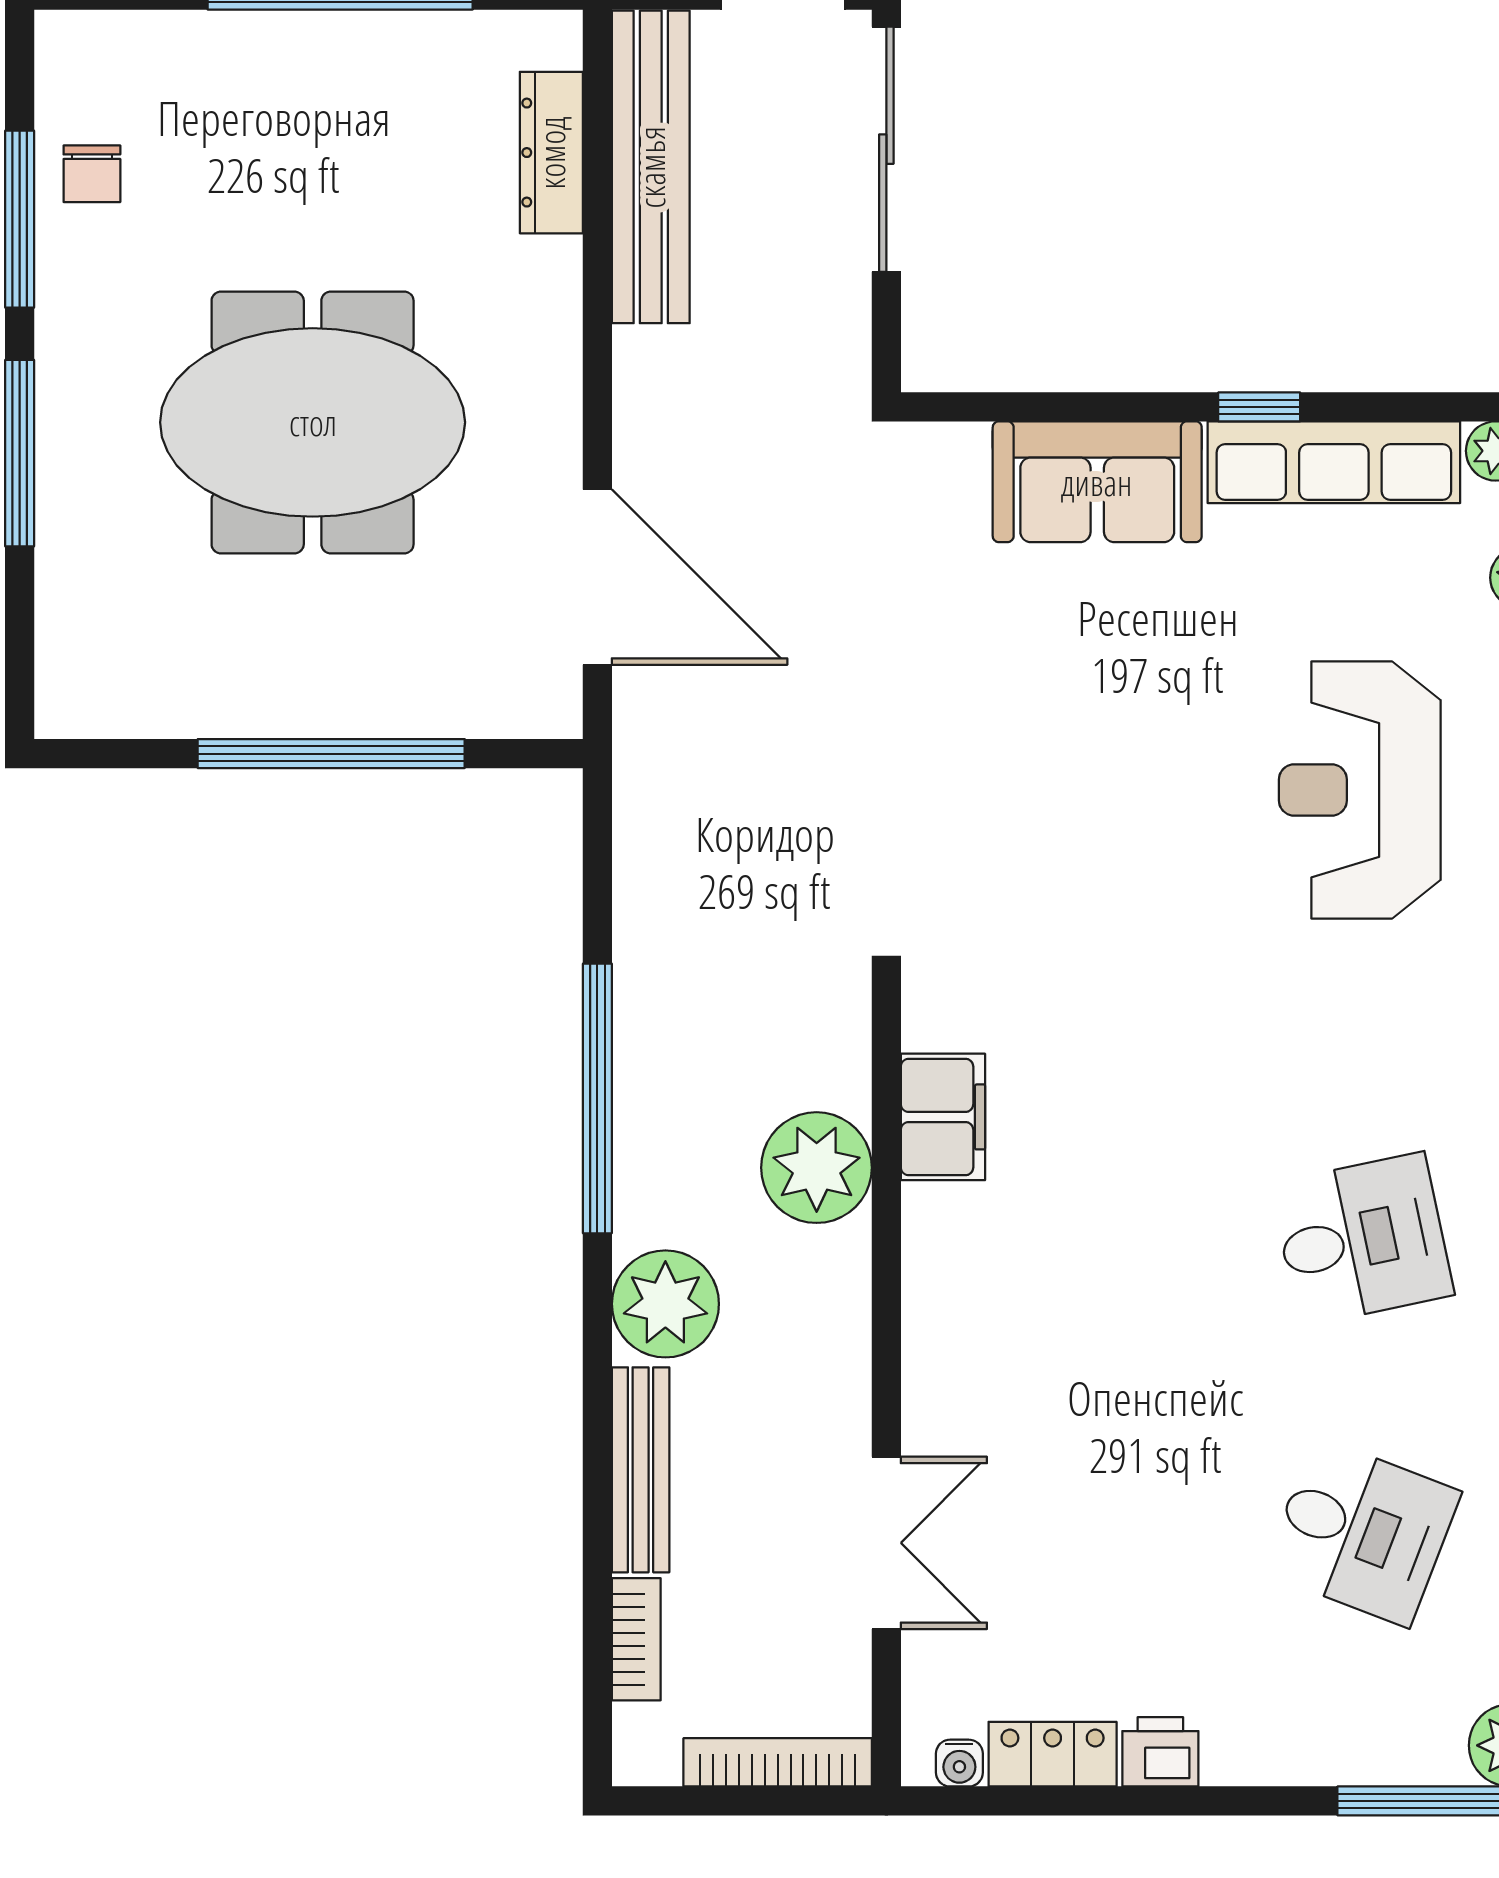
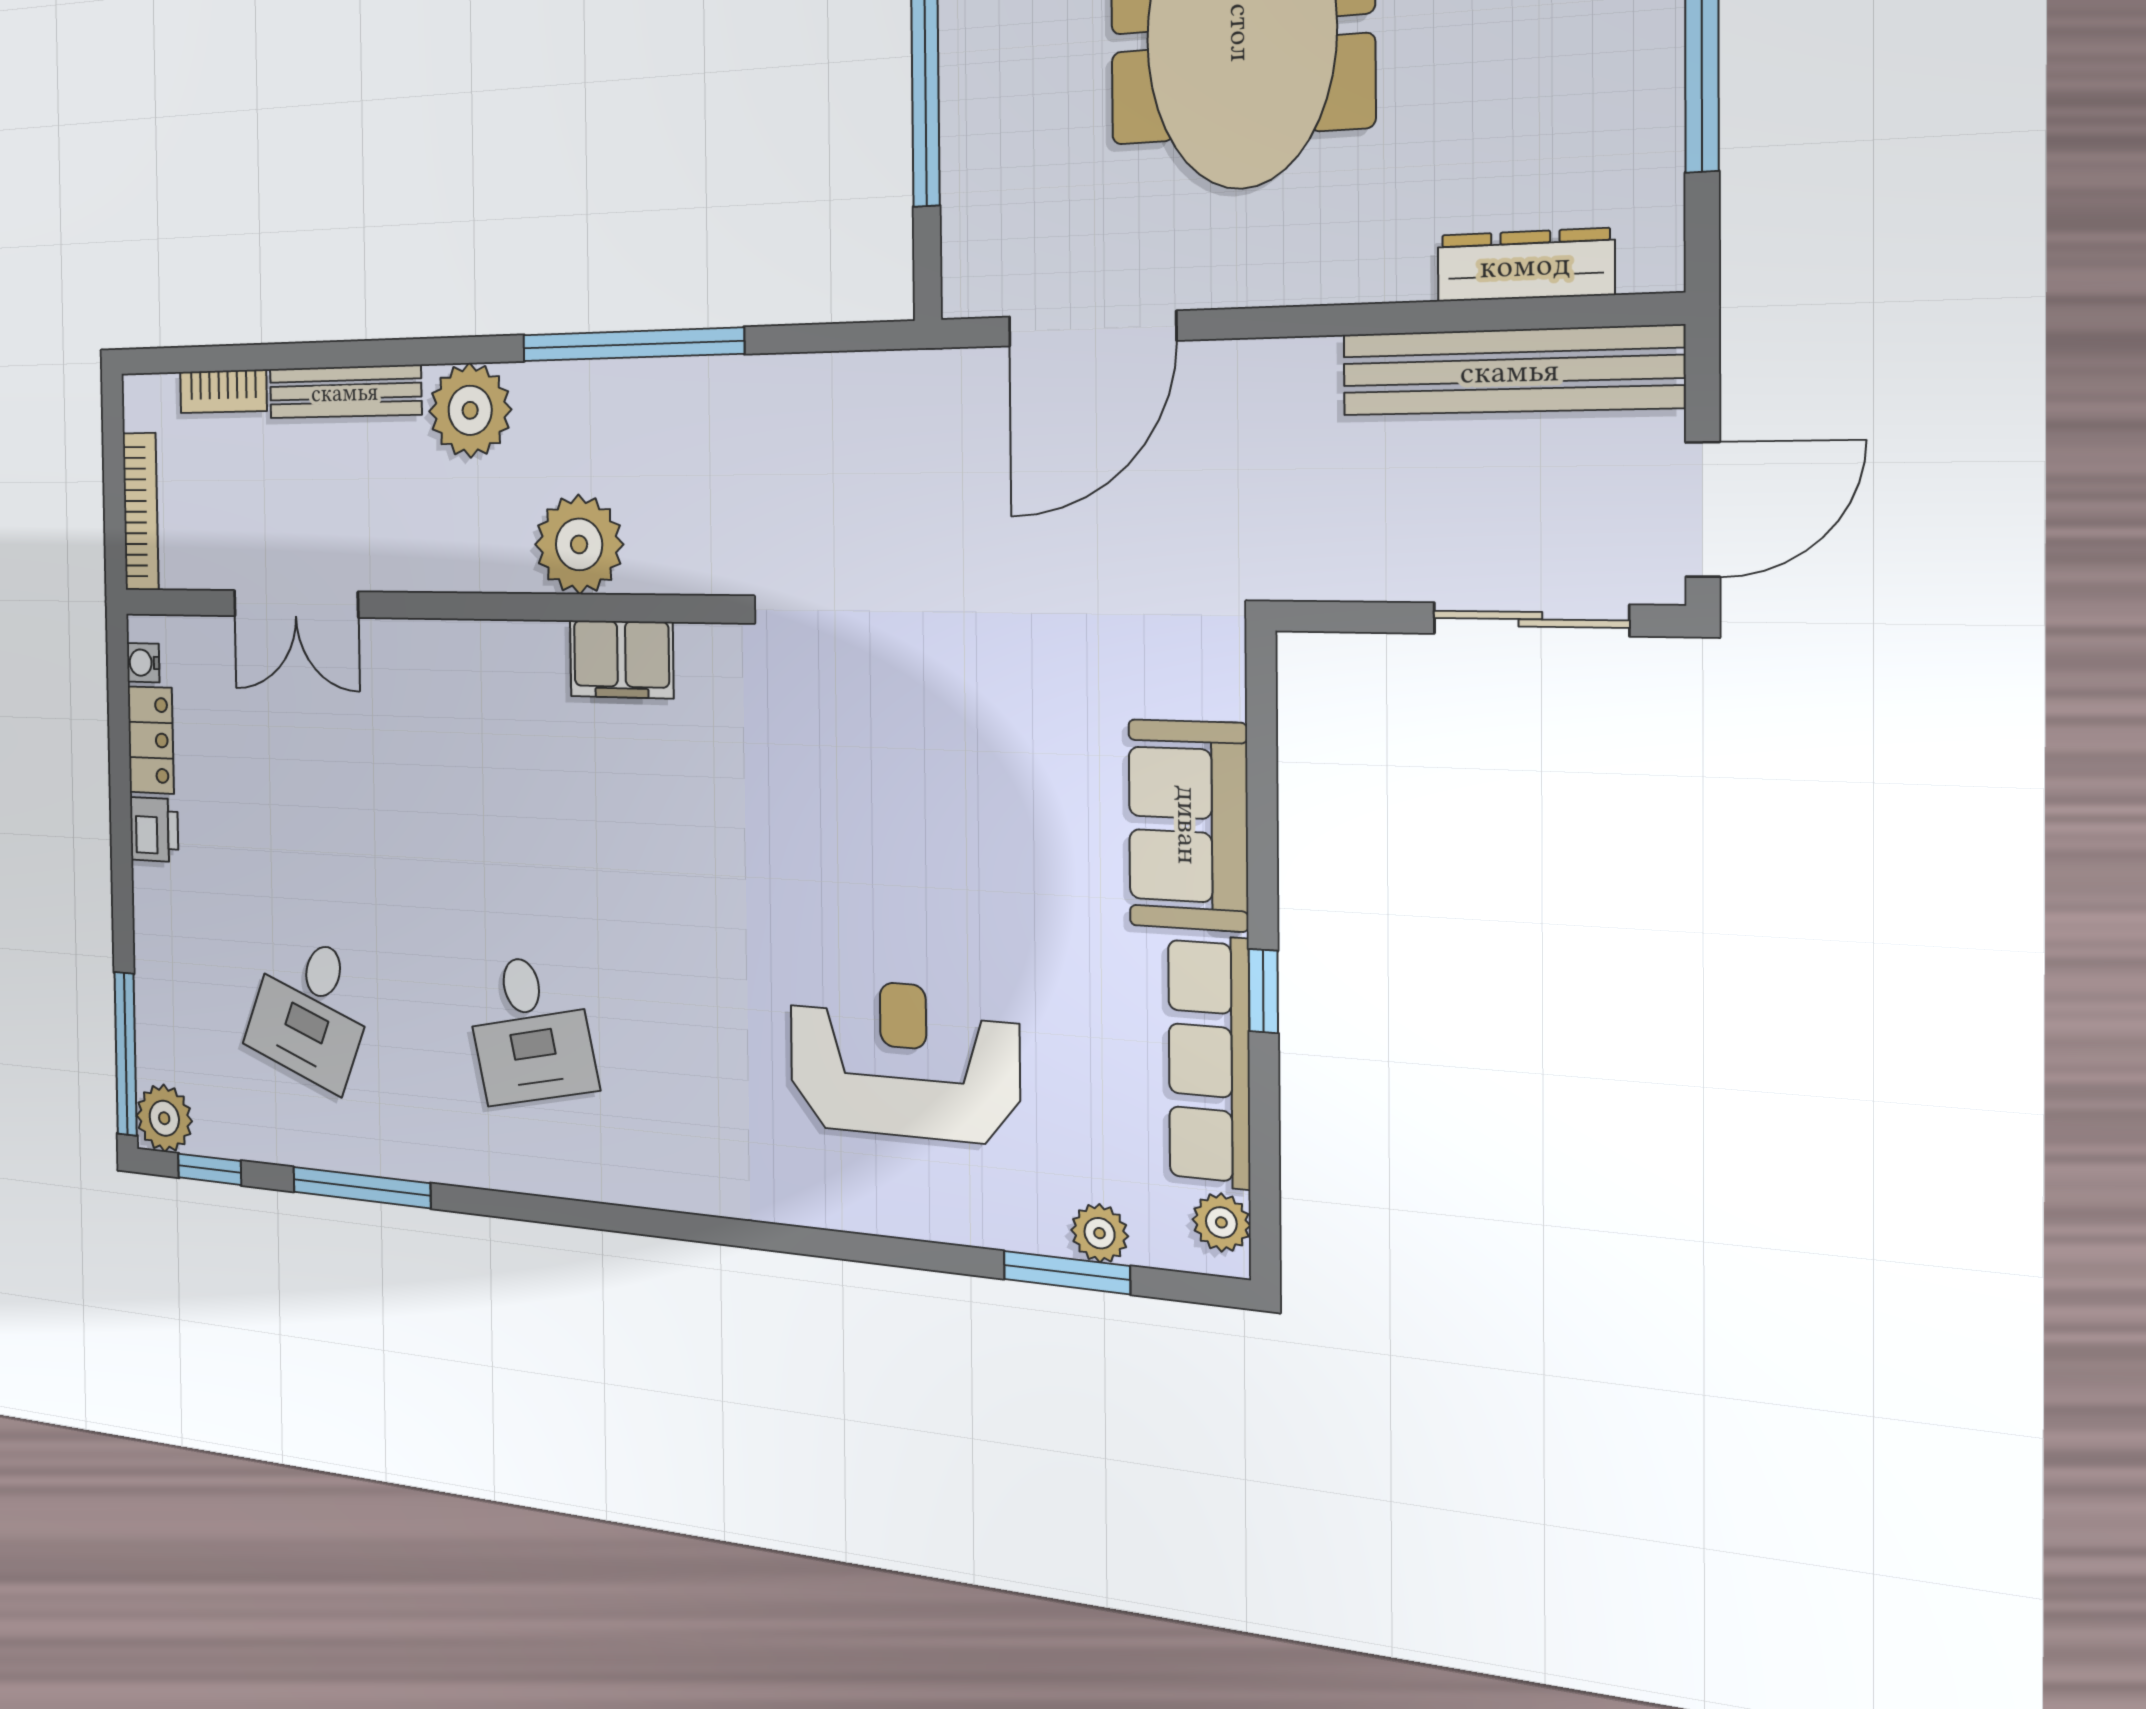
sliding door: (886, 149) -> (1530, 619), width x0.73

